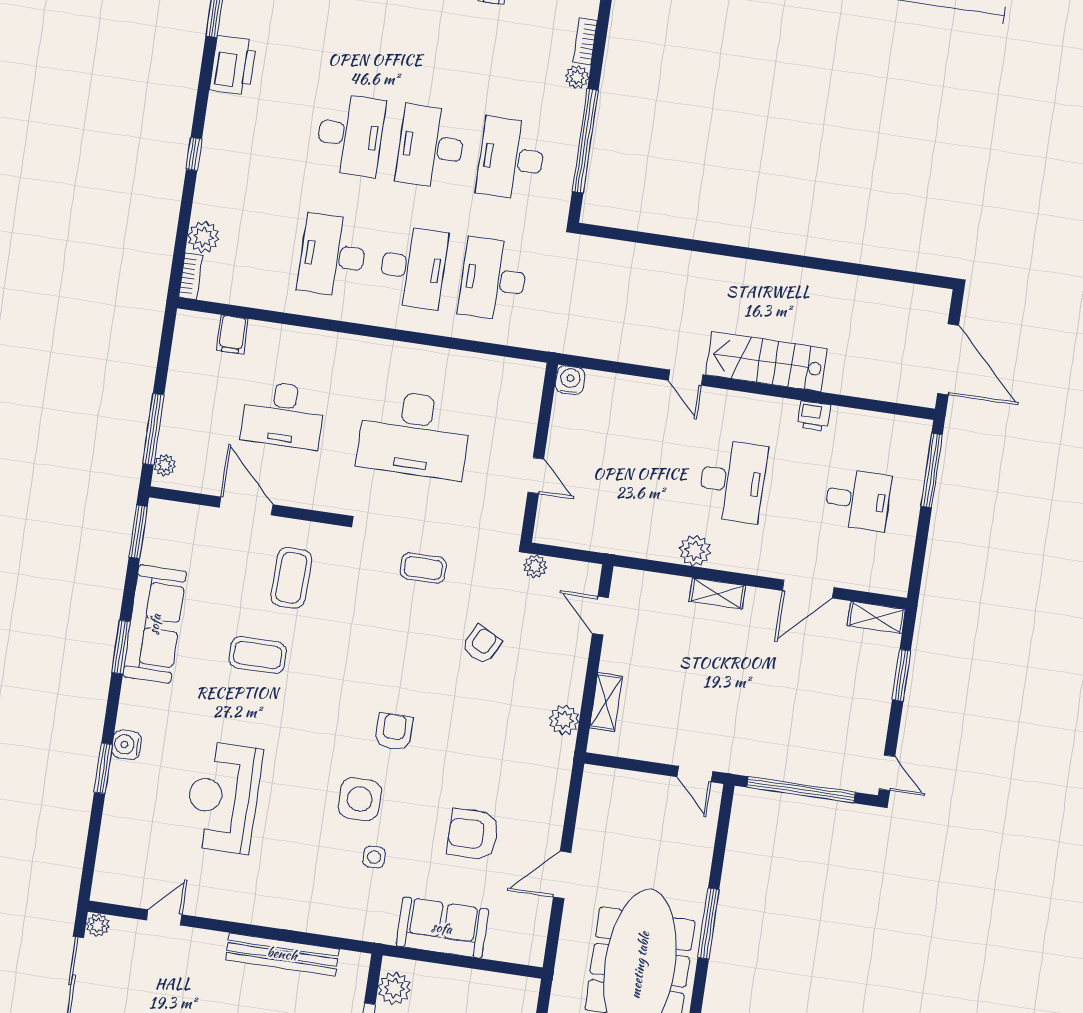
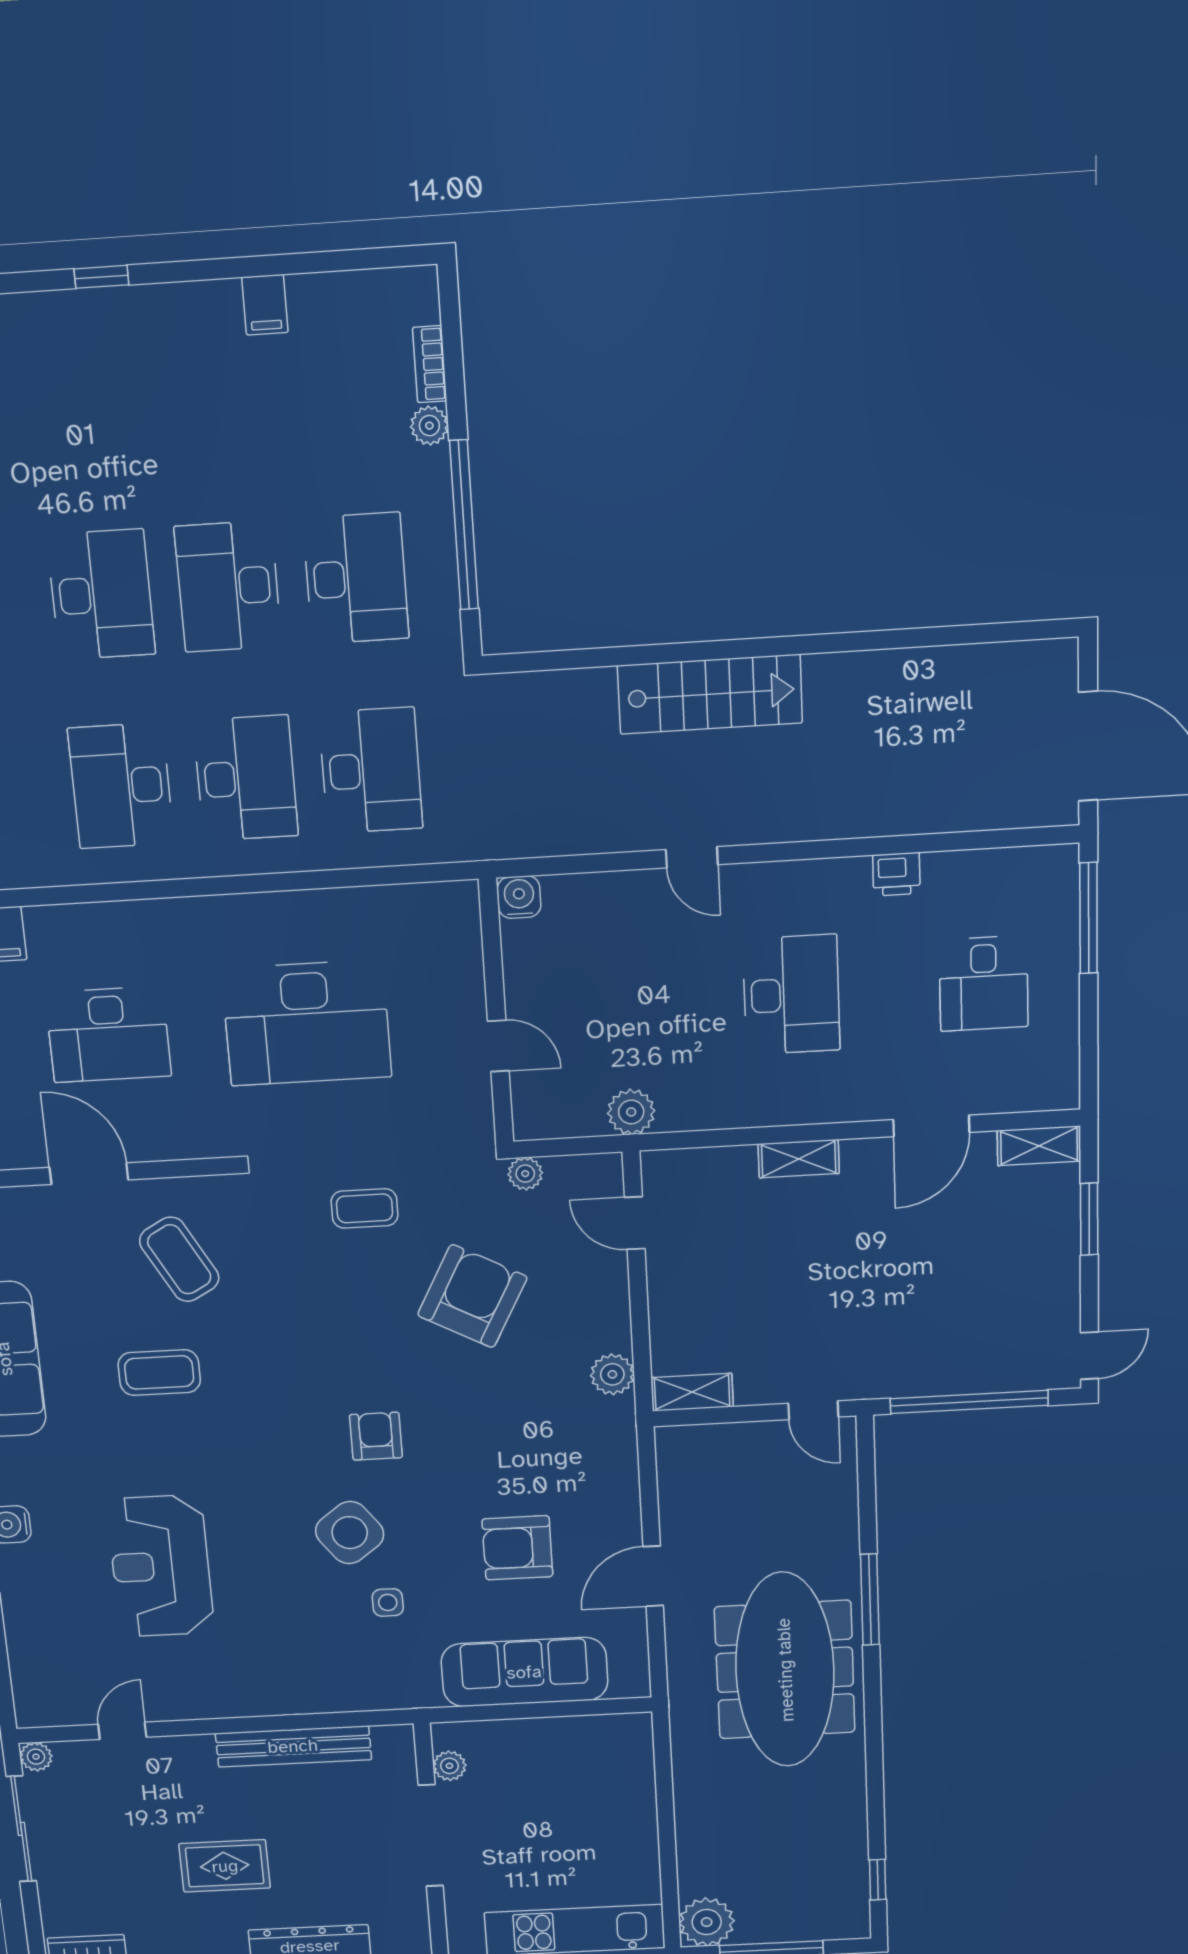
desk: (511, 159) -> (356, 578), turned 180
desk: (493, 279) -> (371, 771), turned 180
stairs: (766, 362) -> (710, 694), moved, turned 180
desk: (858, 500) -> (984, 983), turned 90
plant: (695, 550) -> (631, 1112), moved
coffee table: (291, 578) -> (179, 1259), turned -31
armchair: (482, 645) -> (472, 1296), width x1.88, depth x1.88
shelving: (606, 702) -> (692, 1392), moved, turned 90
door: (887, 773) -> (1089, 1356), hinge flipped
side table: (360, 799) -> (350, 1533), turned -37
sofa: (442, 928) -> (524, 1672), width x1.36
plant: (394, 988) -> (449, 1766), width x0.73, depth x0.73

